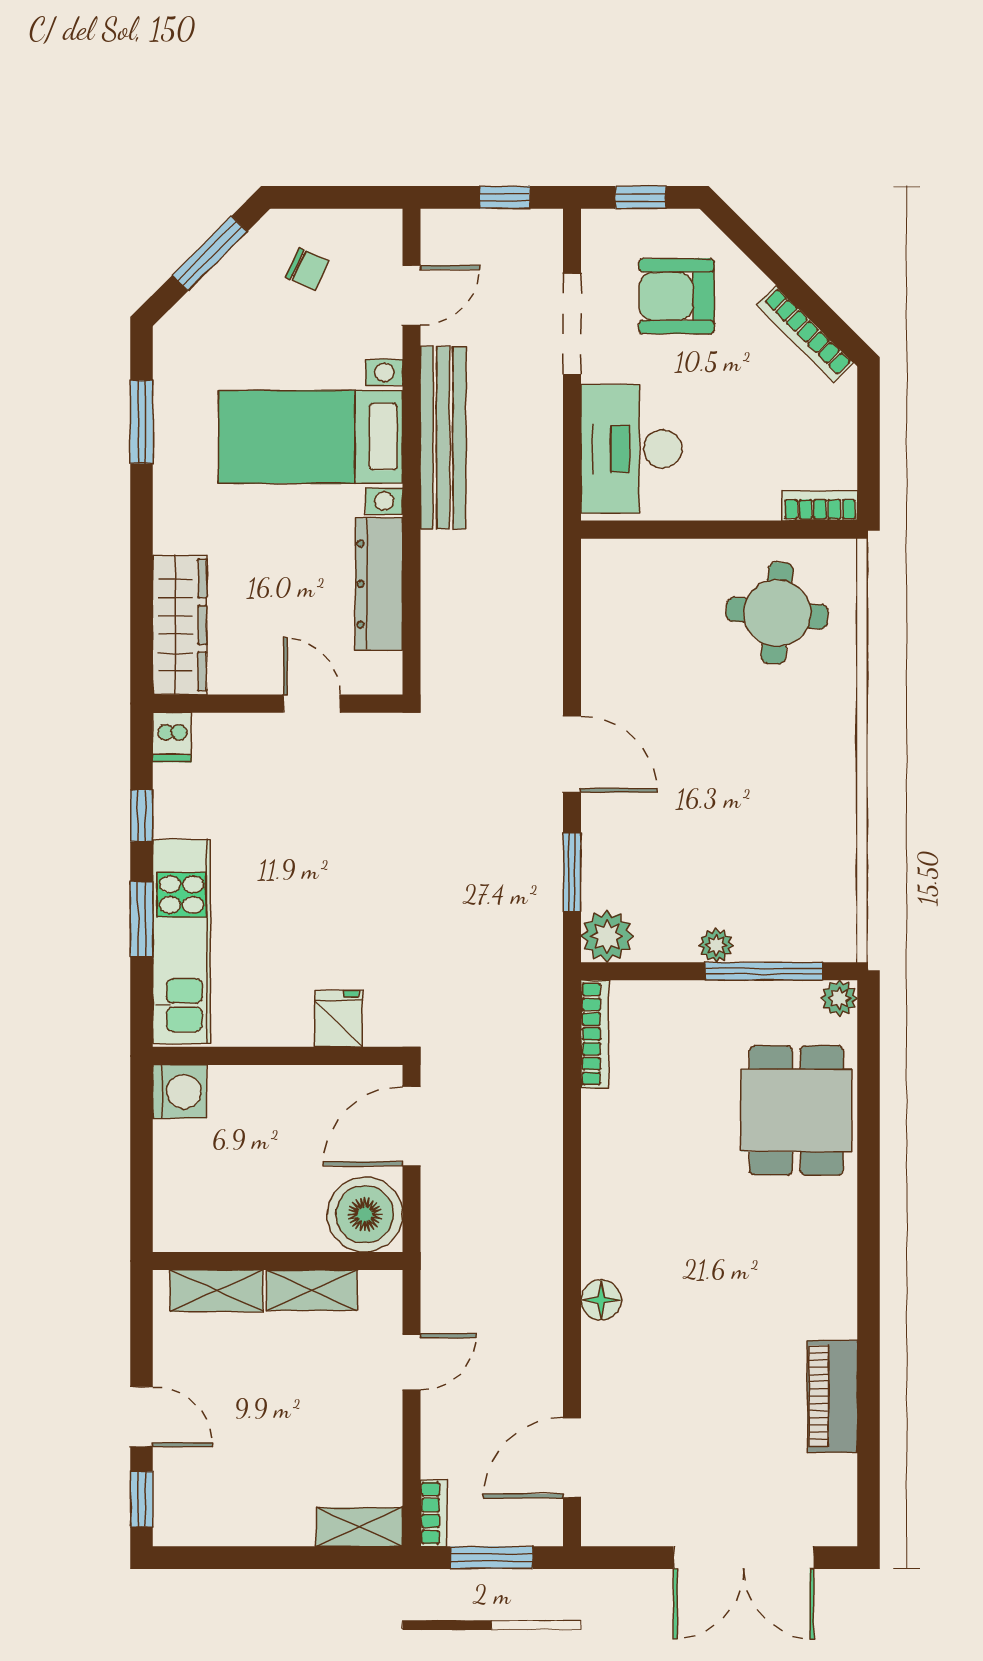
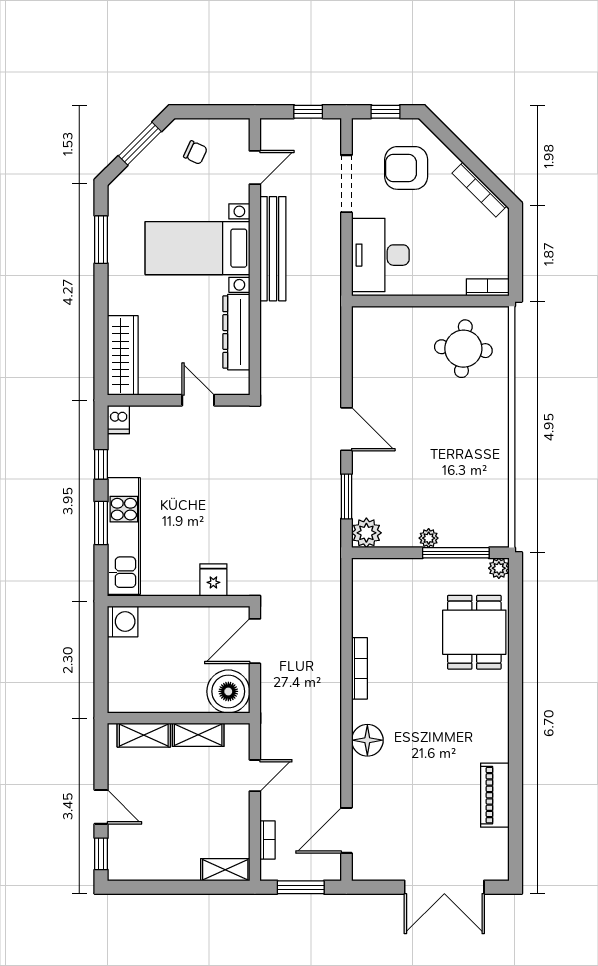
bookcase: (595, 1034) -> (359, 668), moved
floor lamp: (601, 1300) -> (367, 740), width x1.38, depth x1.38
bookcase: (434, 1513) -> (268, 840), moved

